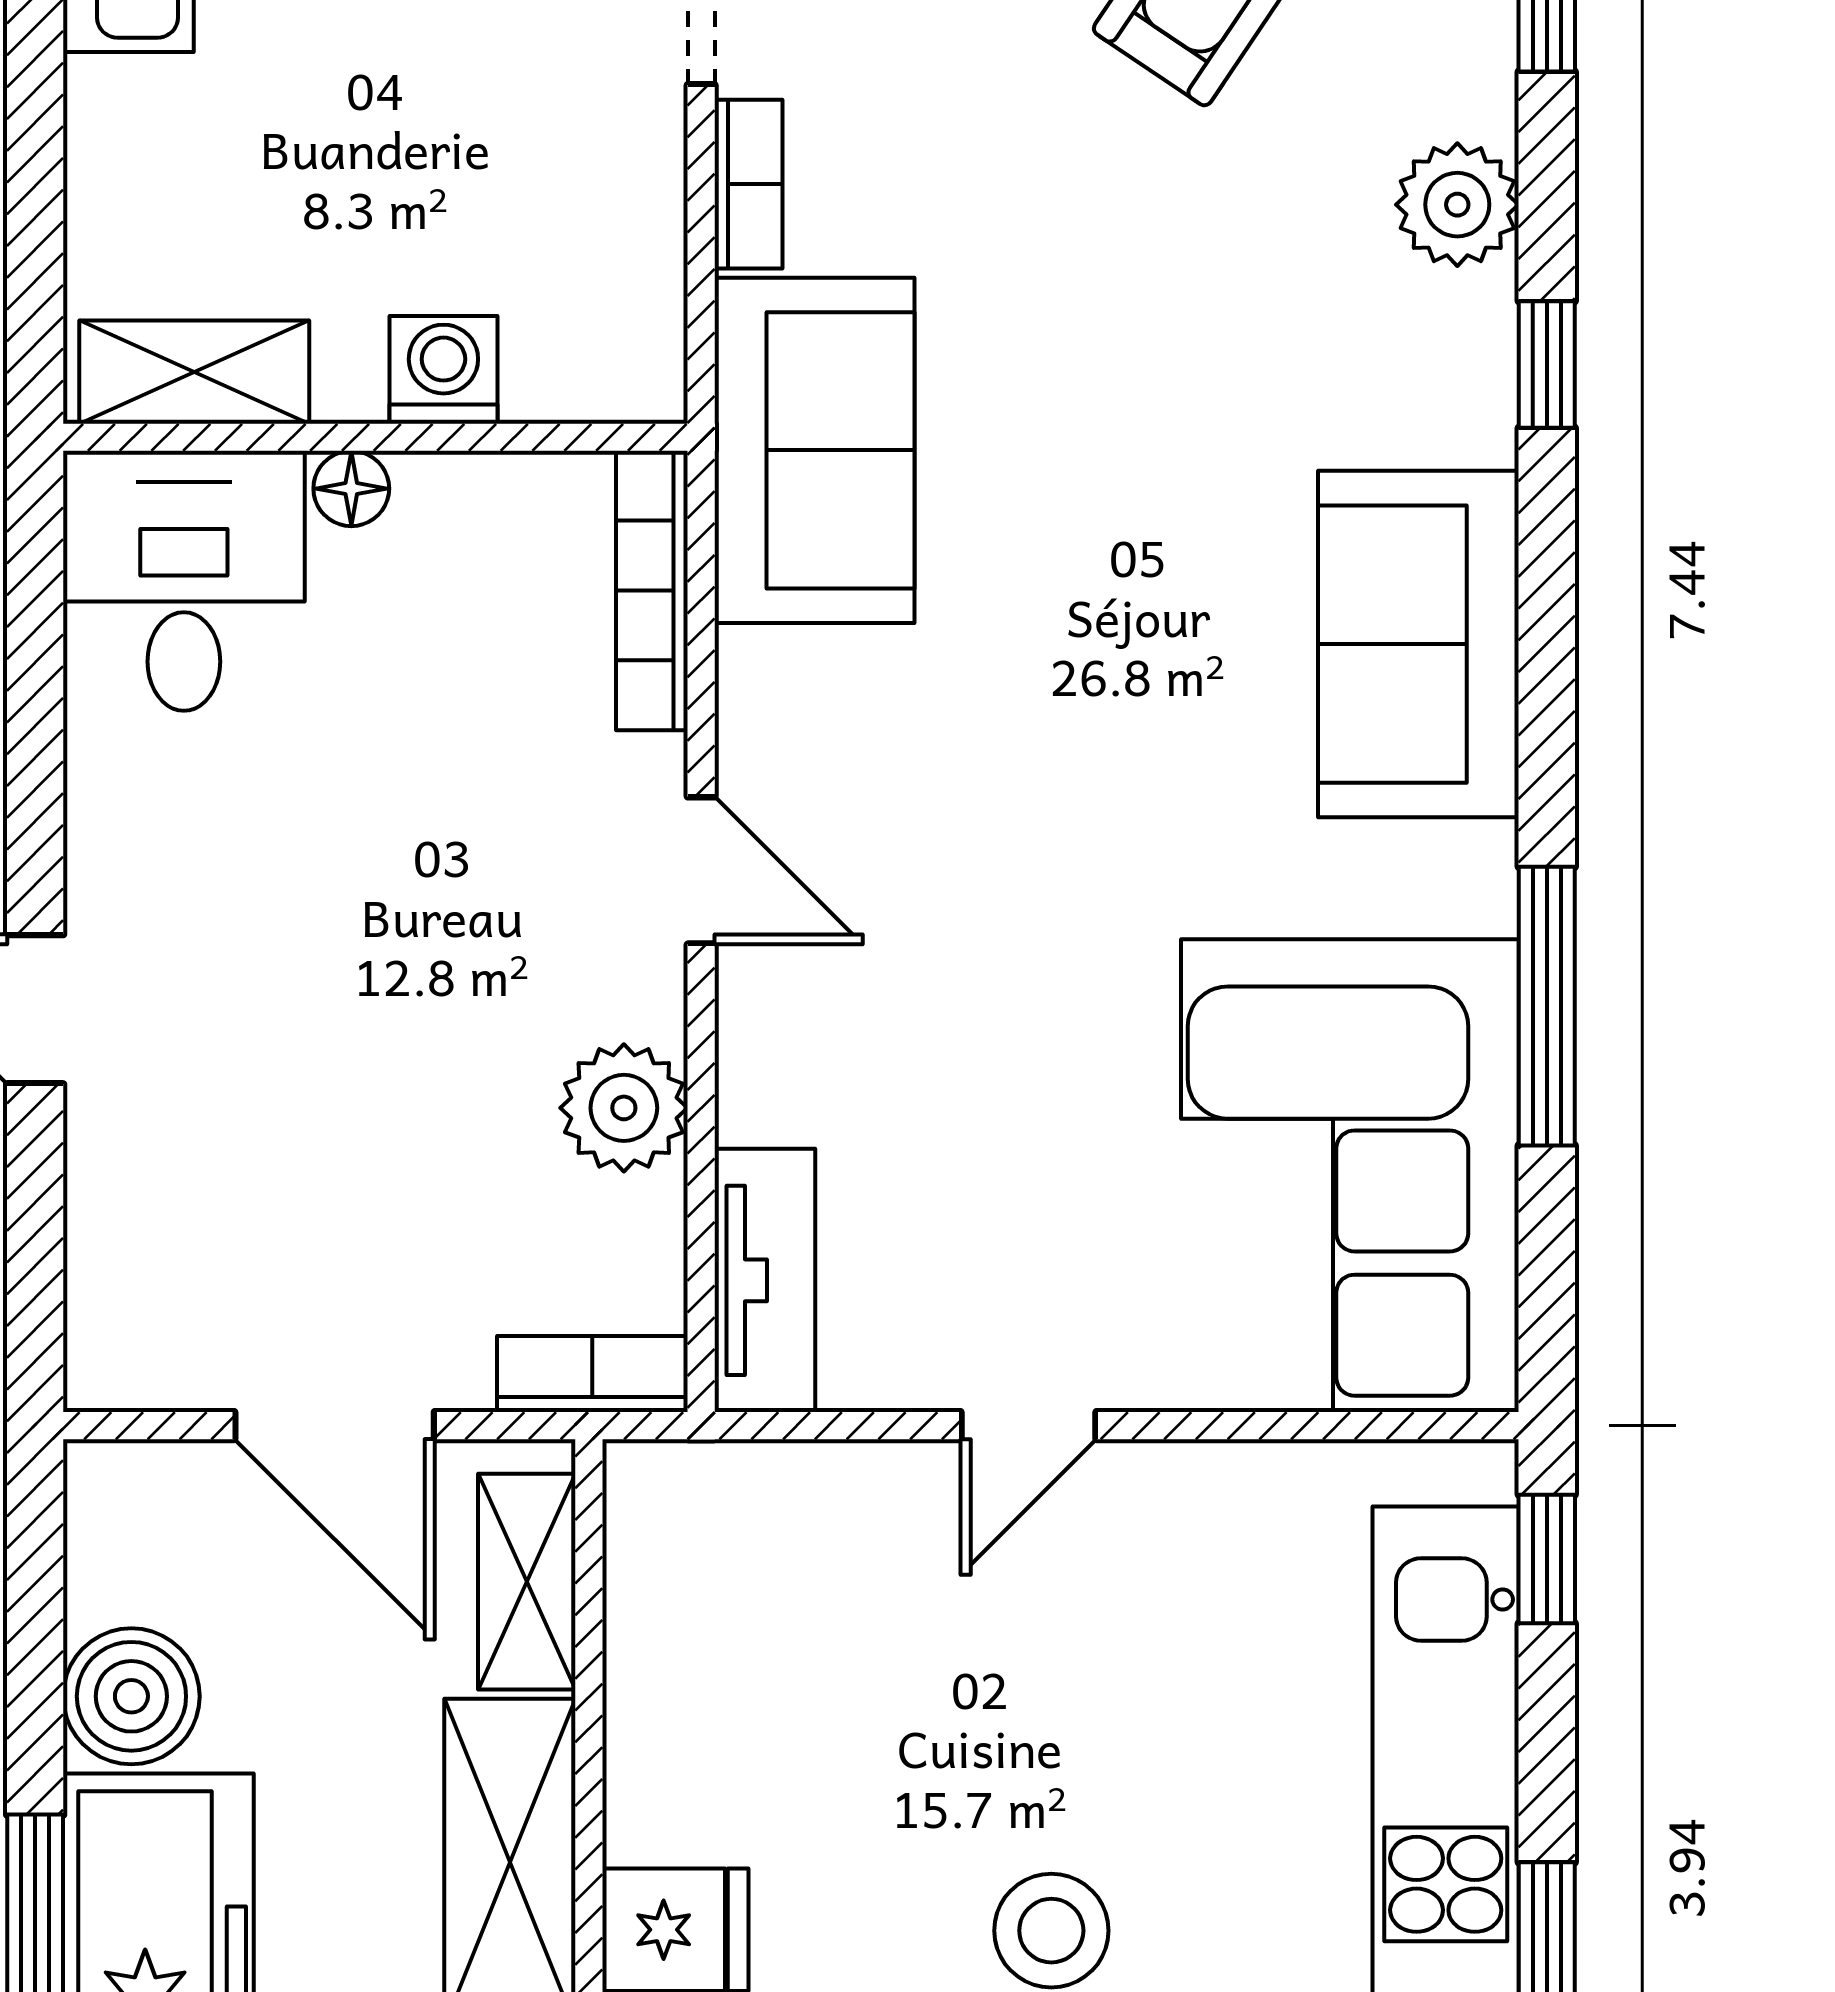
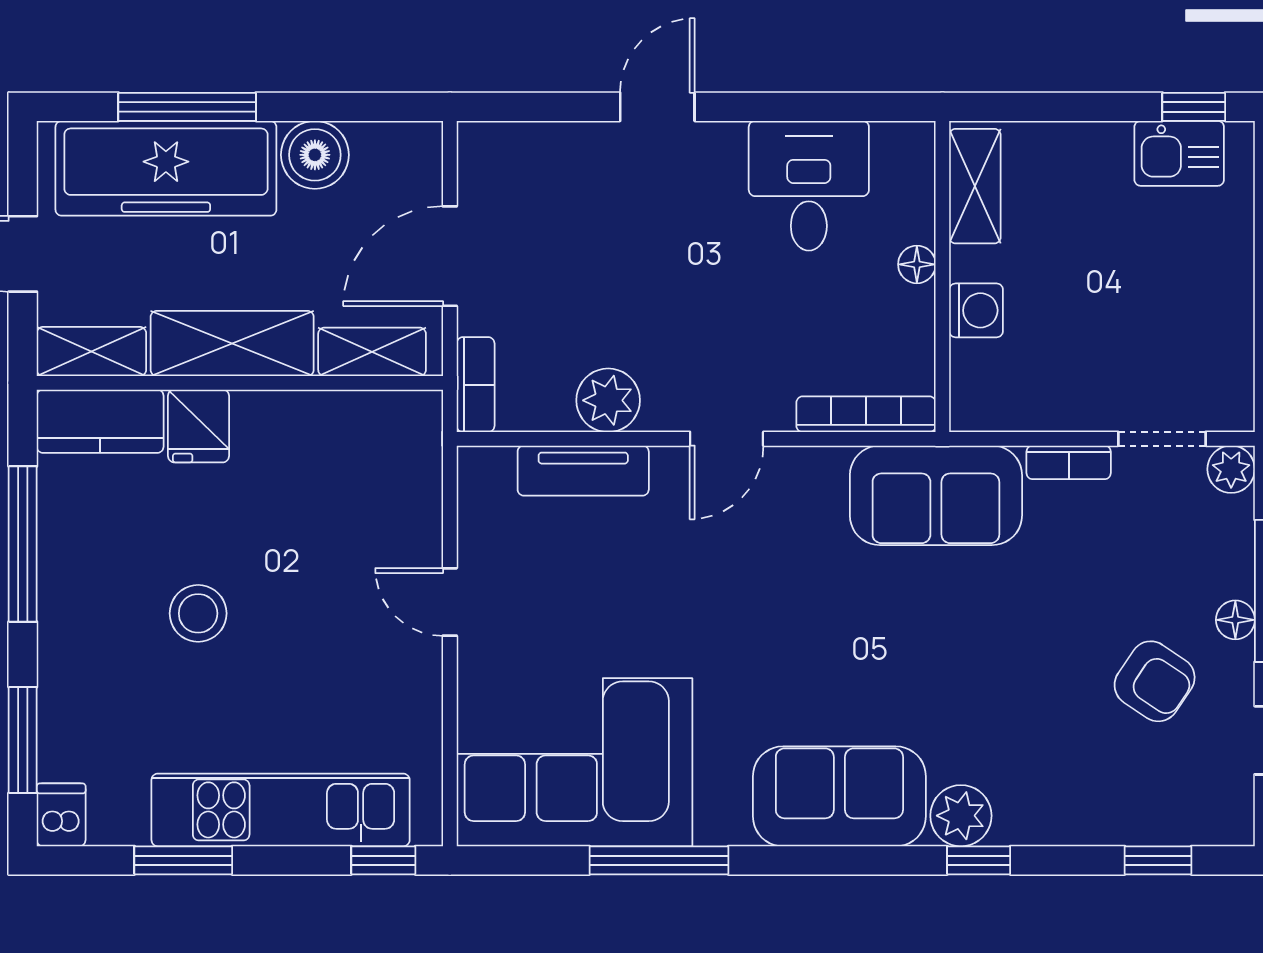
plant: (1457, 205) -> (961, 816), moved
desk: (184, 581) -> (809, 186), moved, turned -90
tv unit: (765, 1280) -> (583, 471), moved

